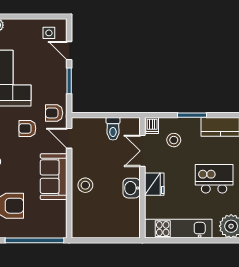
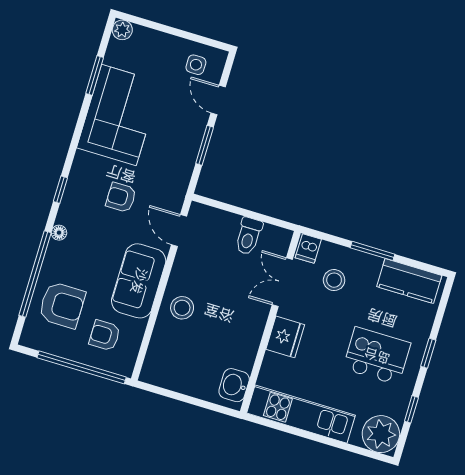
armchair: (54, 113) -> (105, 335), moved
washbasin: (132, 188) -> (234, 385), moved

